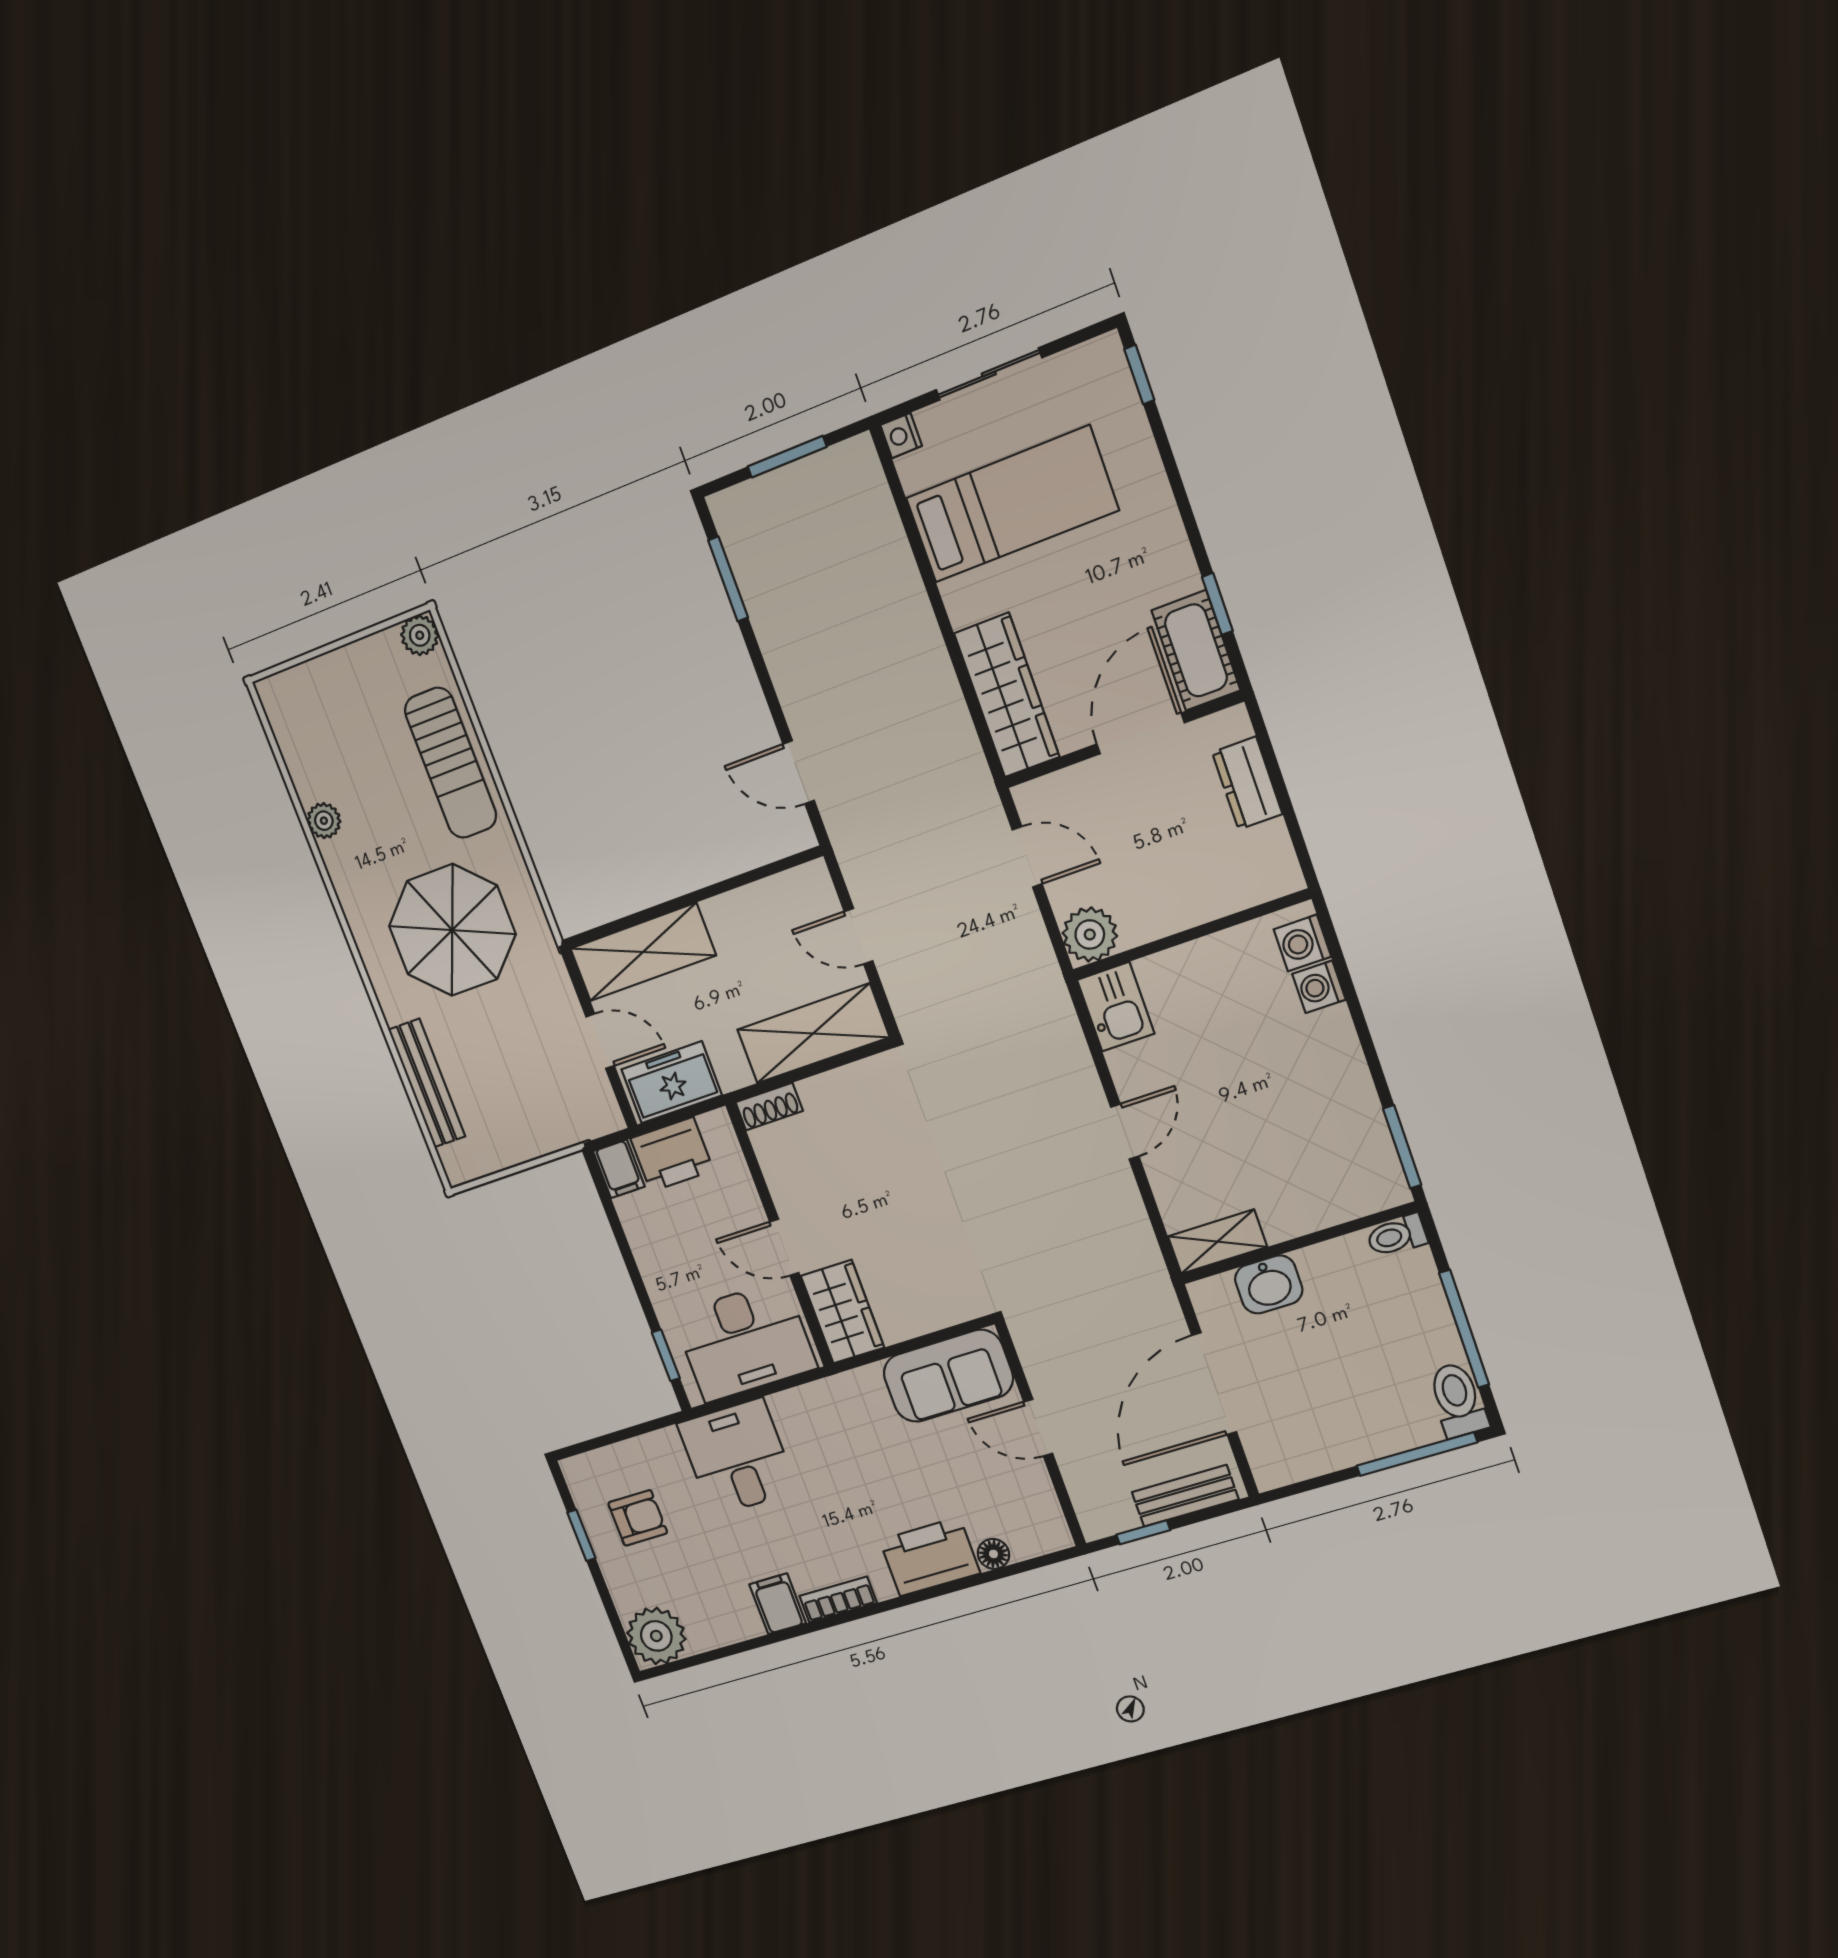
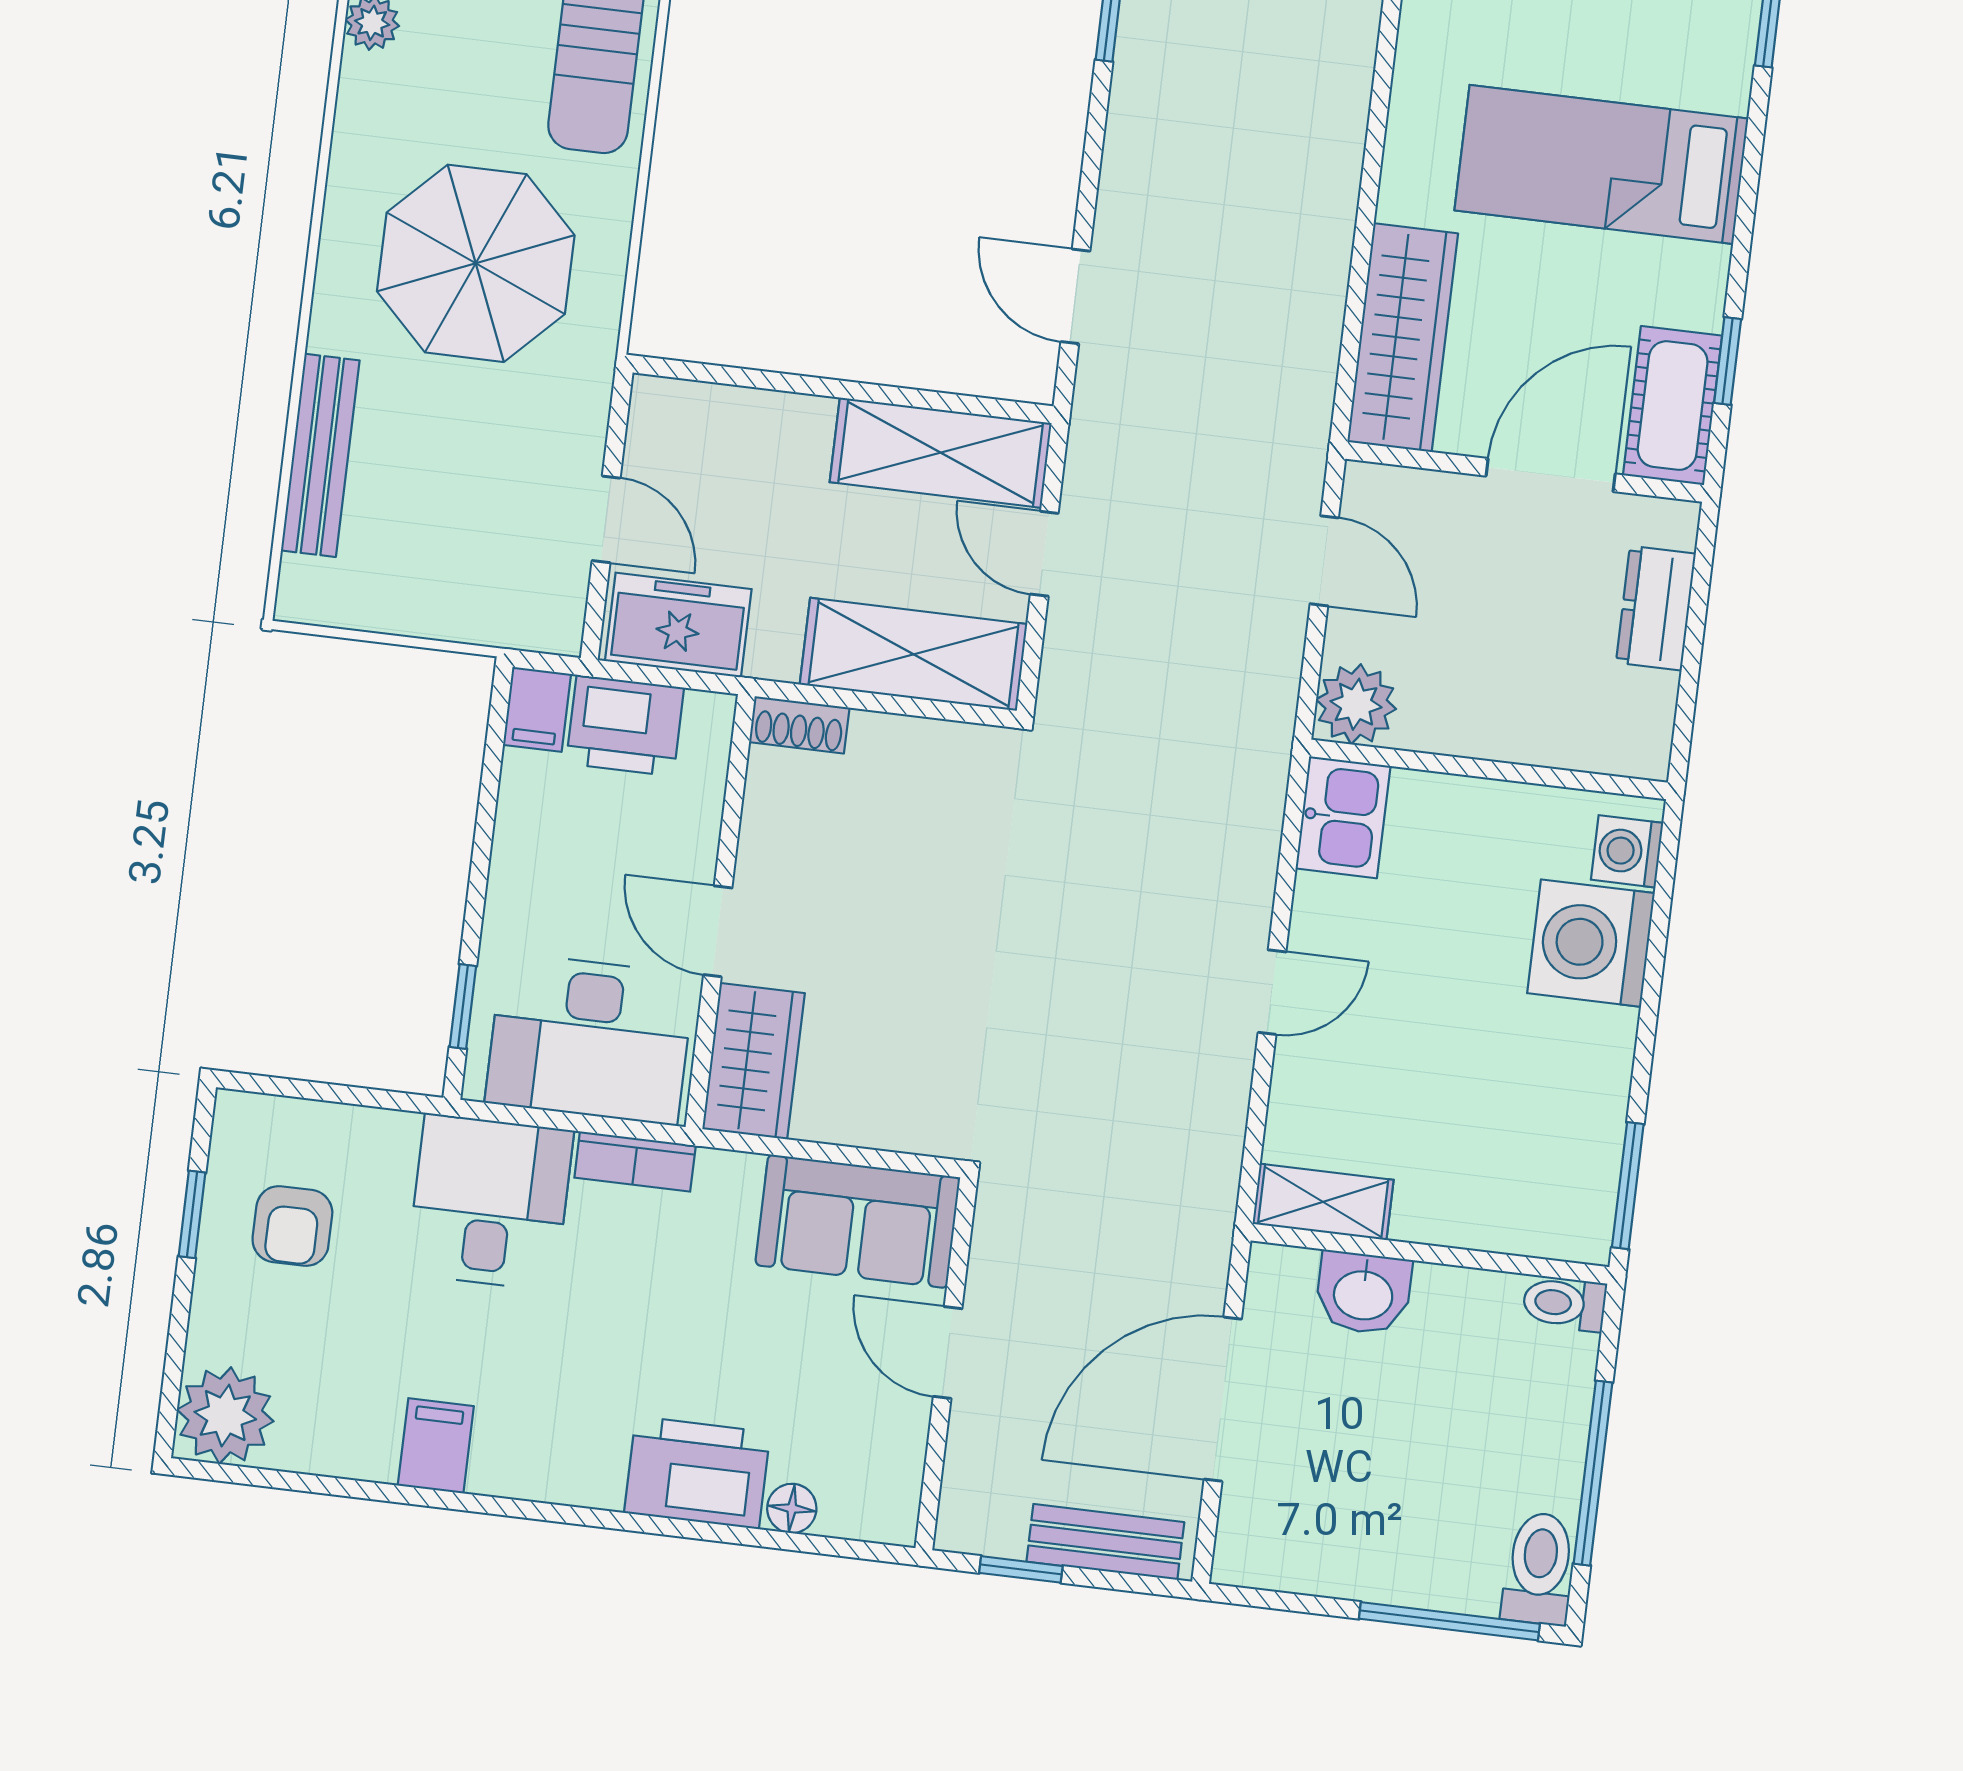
bed: (1012, 504) -> (1601, 164), moved, turned 180
shelving: (643, 952) -> (941, 453), moved
washing machine: (1319, 987) -> (1591, 943), width x1.89, depth x1.89
armchair: (638, 1518) -> (292, 1226), turned 90
bookcase: (838, 1599) -> (635, 1161), moved, turned 180

